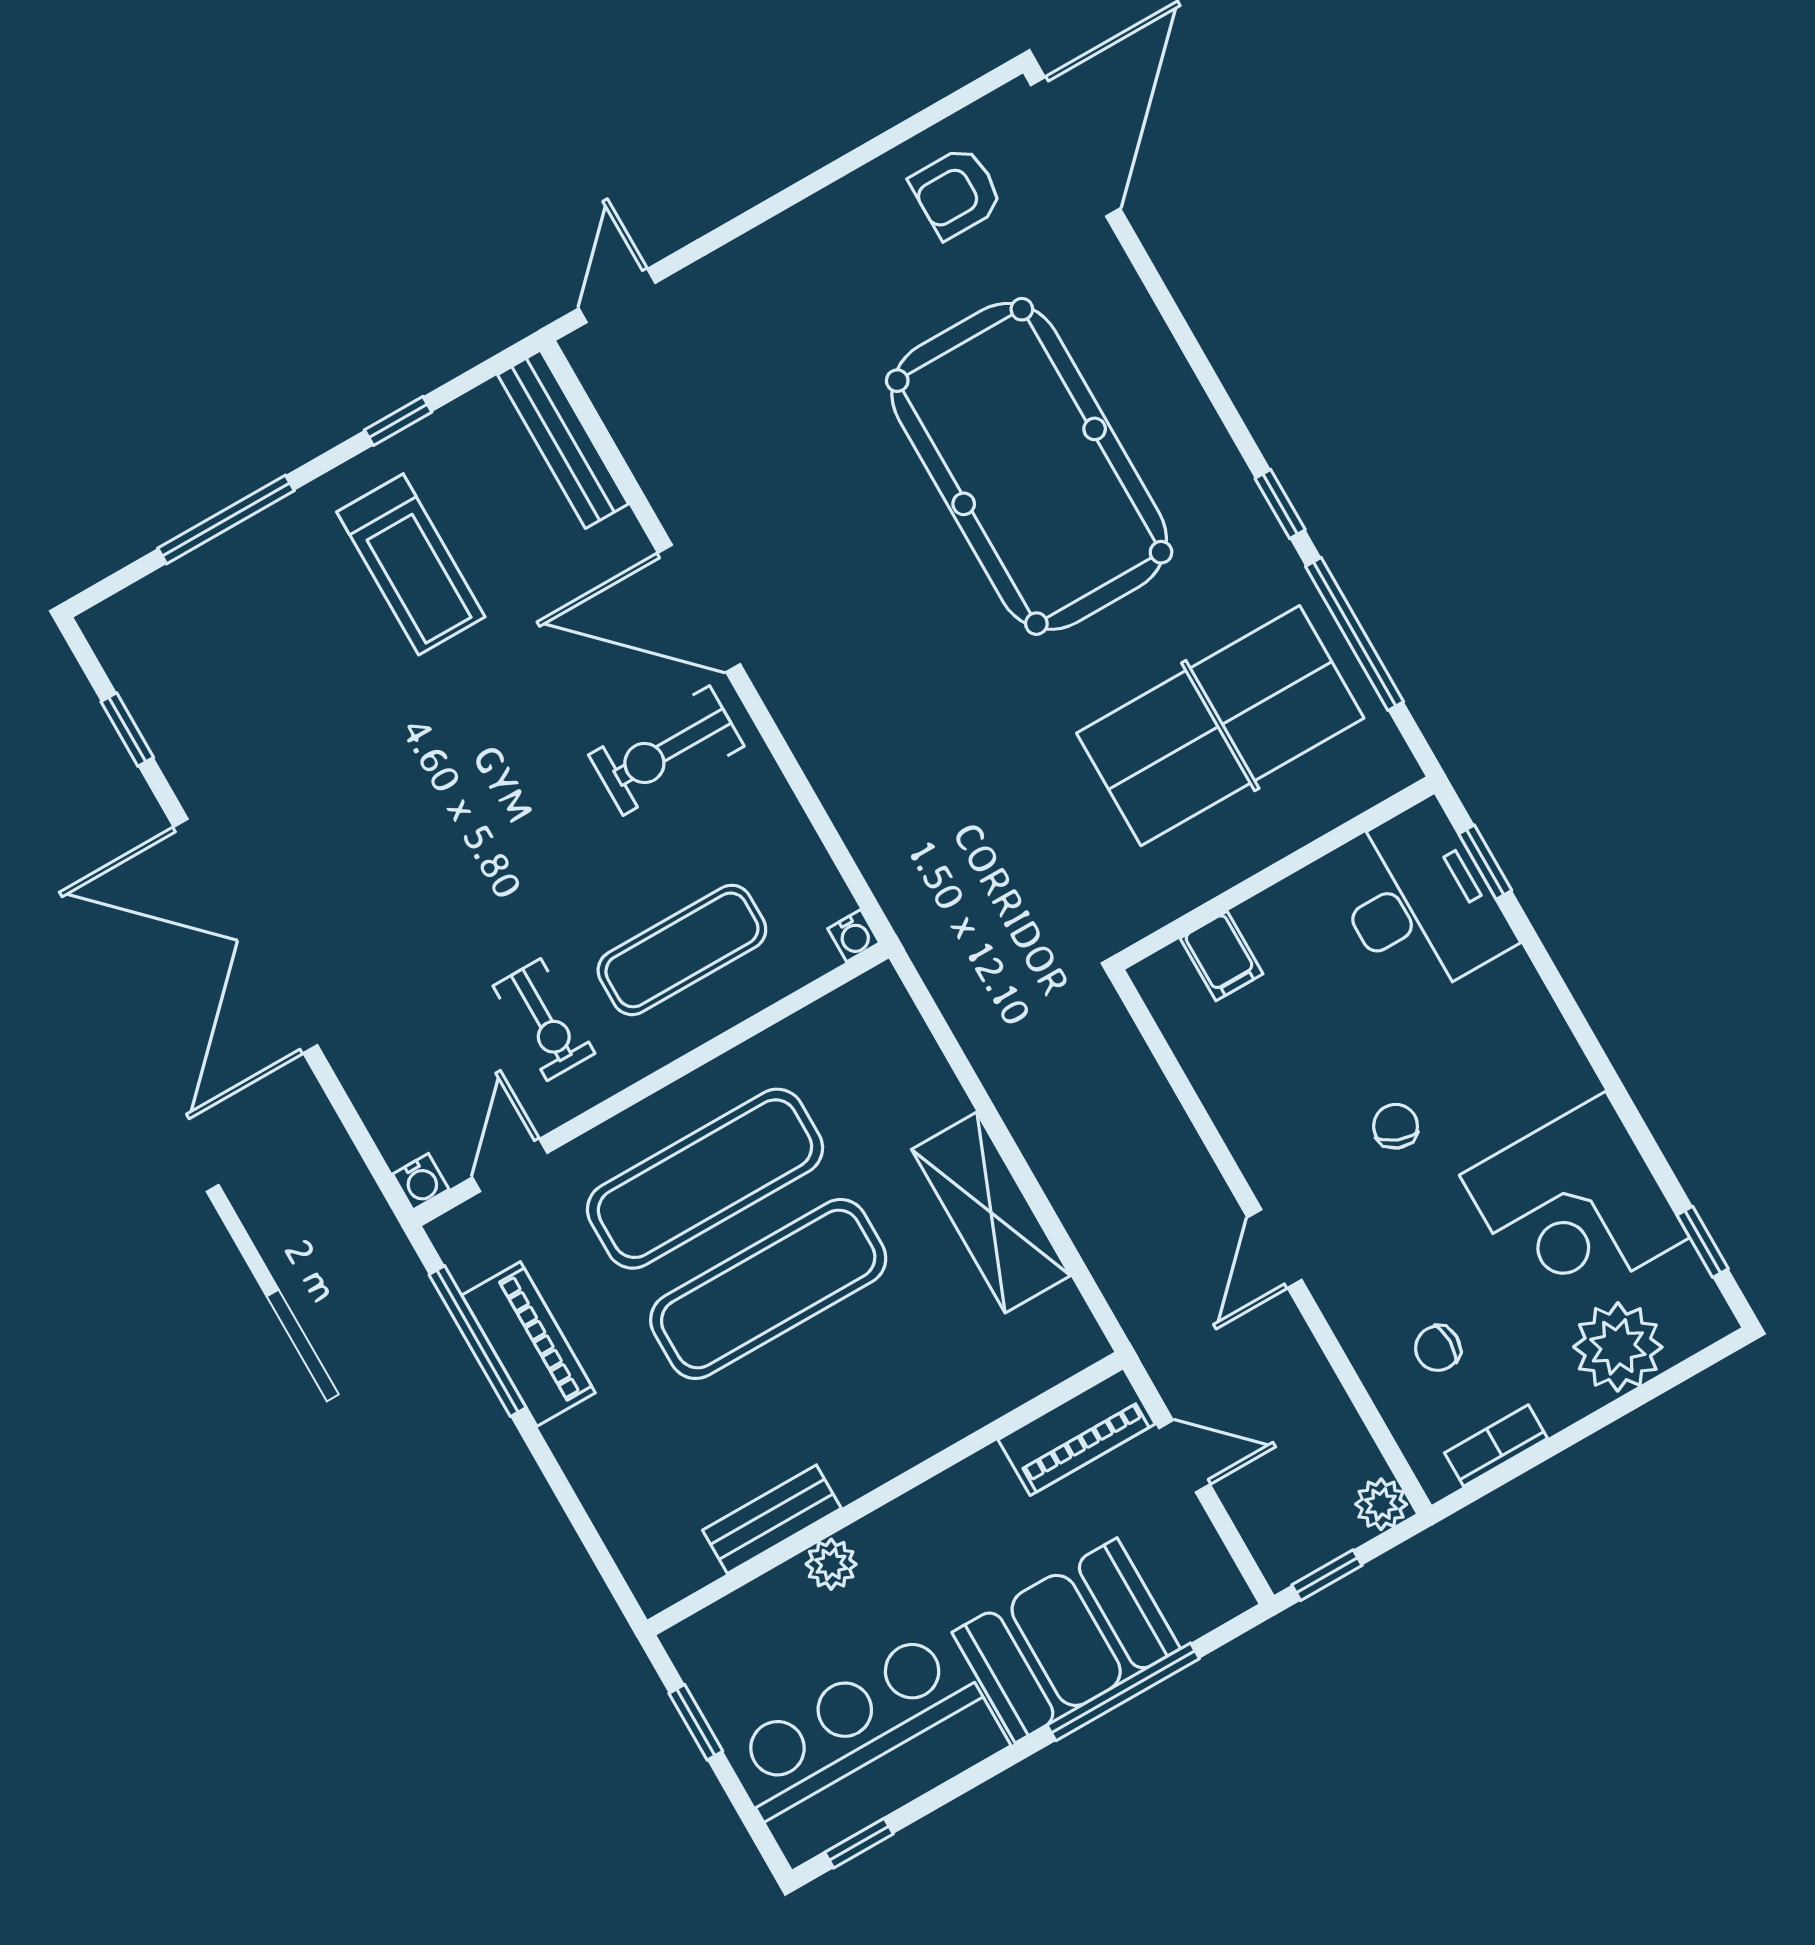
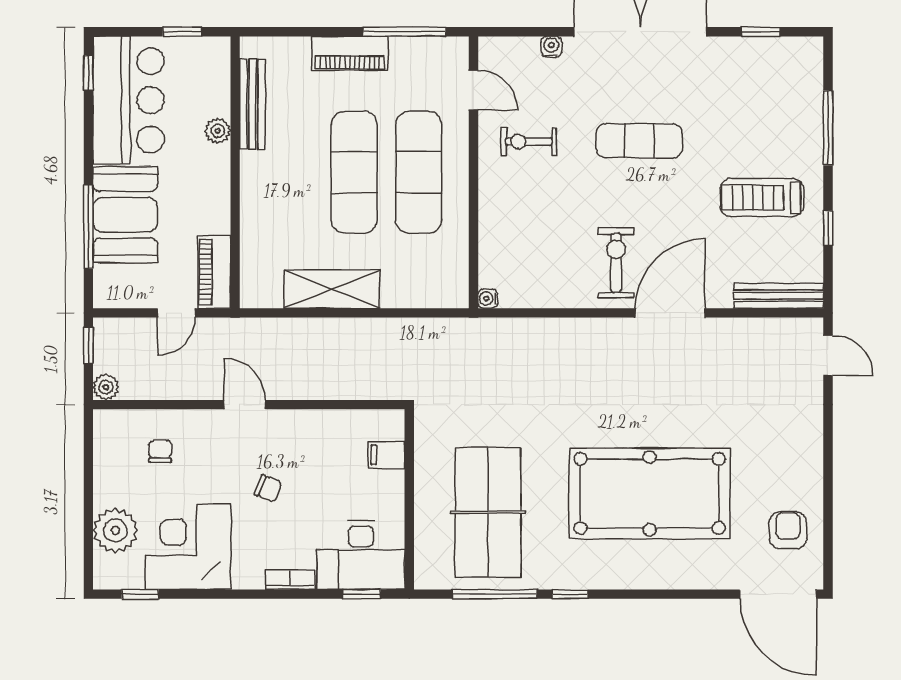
exercise mat: (682, 950) -> (639, 141), moved, turned 90
water cooler: (421, 1182) -> (551, 47), moved, turned 90
piano: (529, 1344) -> (350, 53), moved
bookcase: (1496, 1446) -> (290, 580), moved, turned -90
bench: (772, 1519) -> (252, 104), width x1.36

